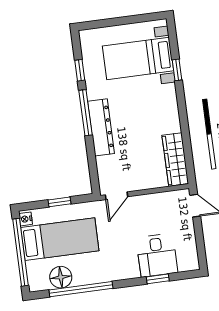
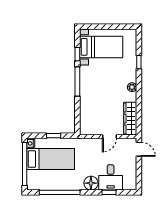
bed with nightstands: (138, 58) -> (101, 47), moved, turned 180
plant: (172, 110) -> (132, 87), added
dresser: (101, 127) -> (86, 92), removed
door: (117, 196) -> (109, 136), moved
floor lamp: (61, 277) -> (91, 183), moved

